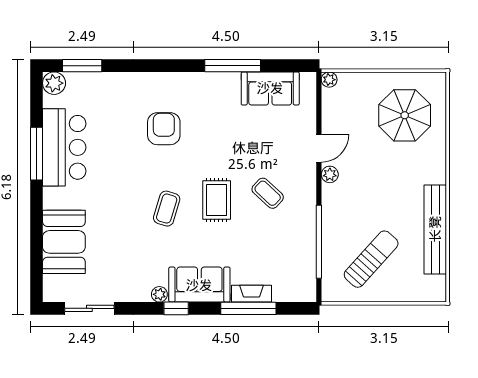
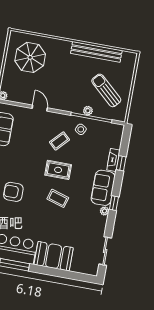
plant: (330, 174) -> (88, 111), moved
side table: (295, 227) -> (81, 129), added
booth: (64, 242) -> (54, 256), moved
window: (248, 308) -> (121, 163), width x0.46

